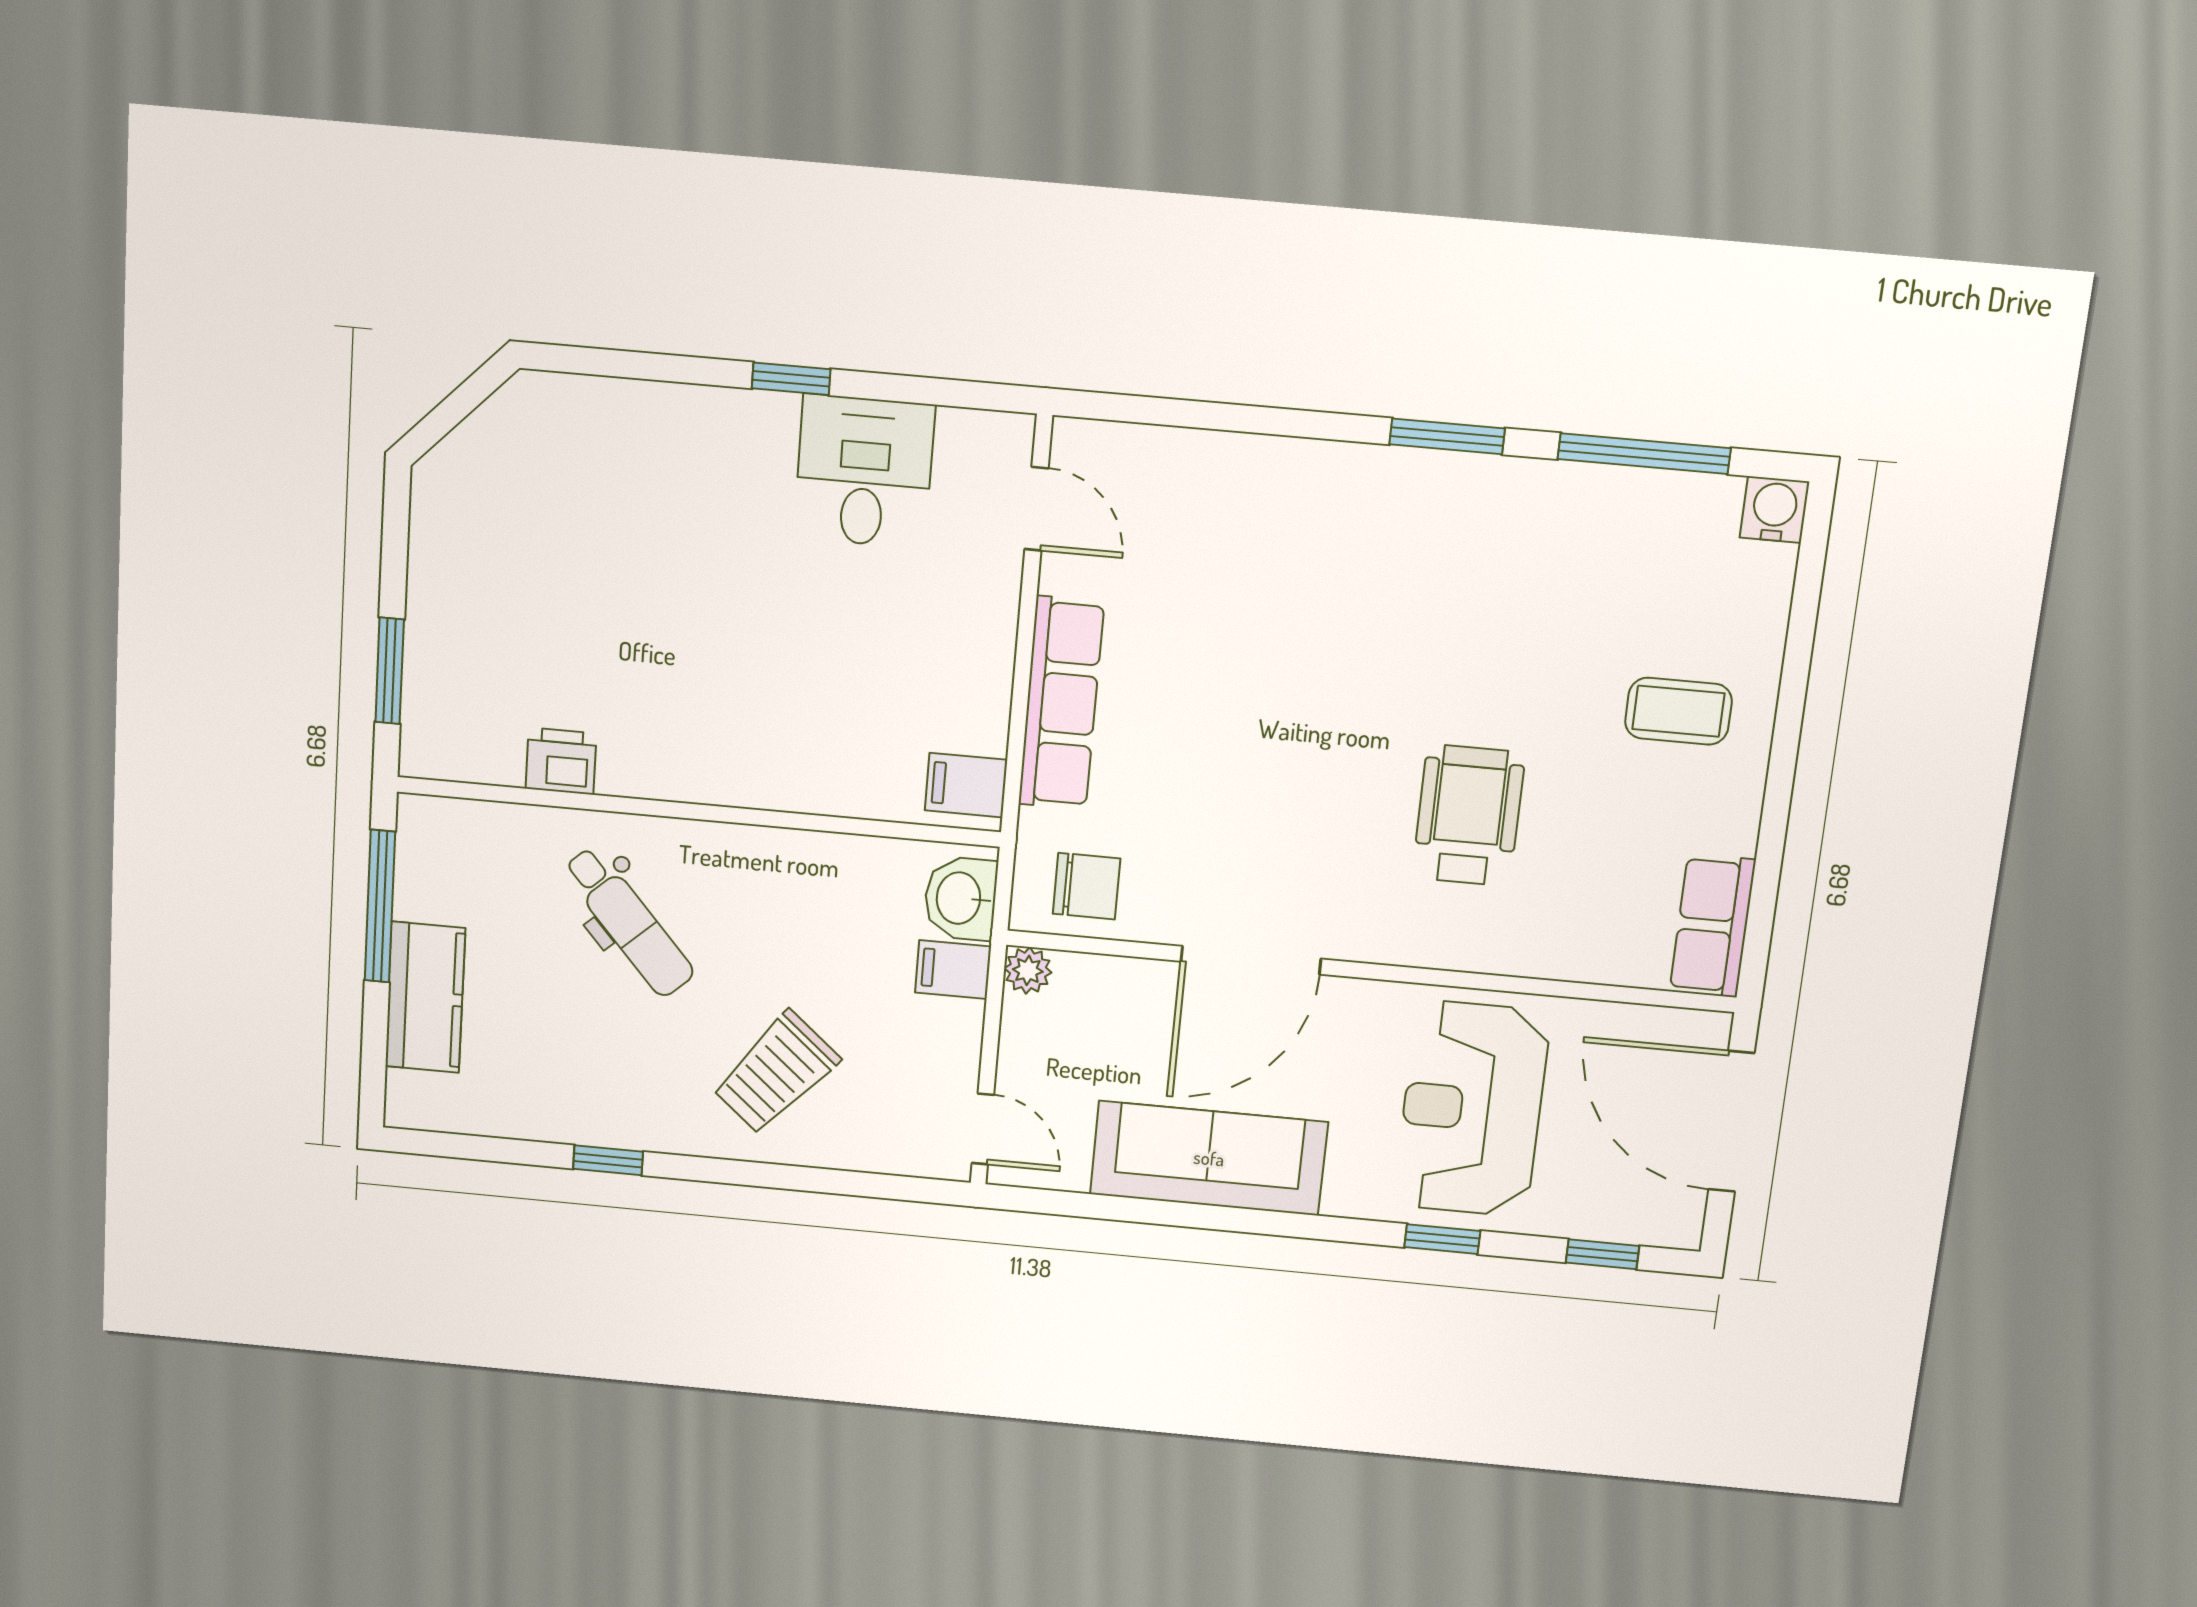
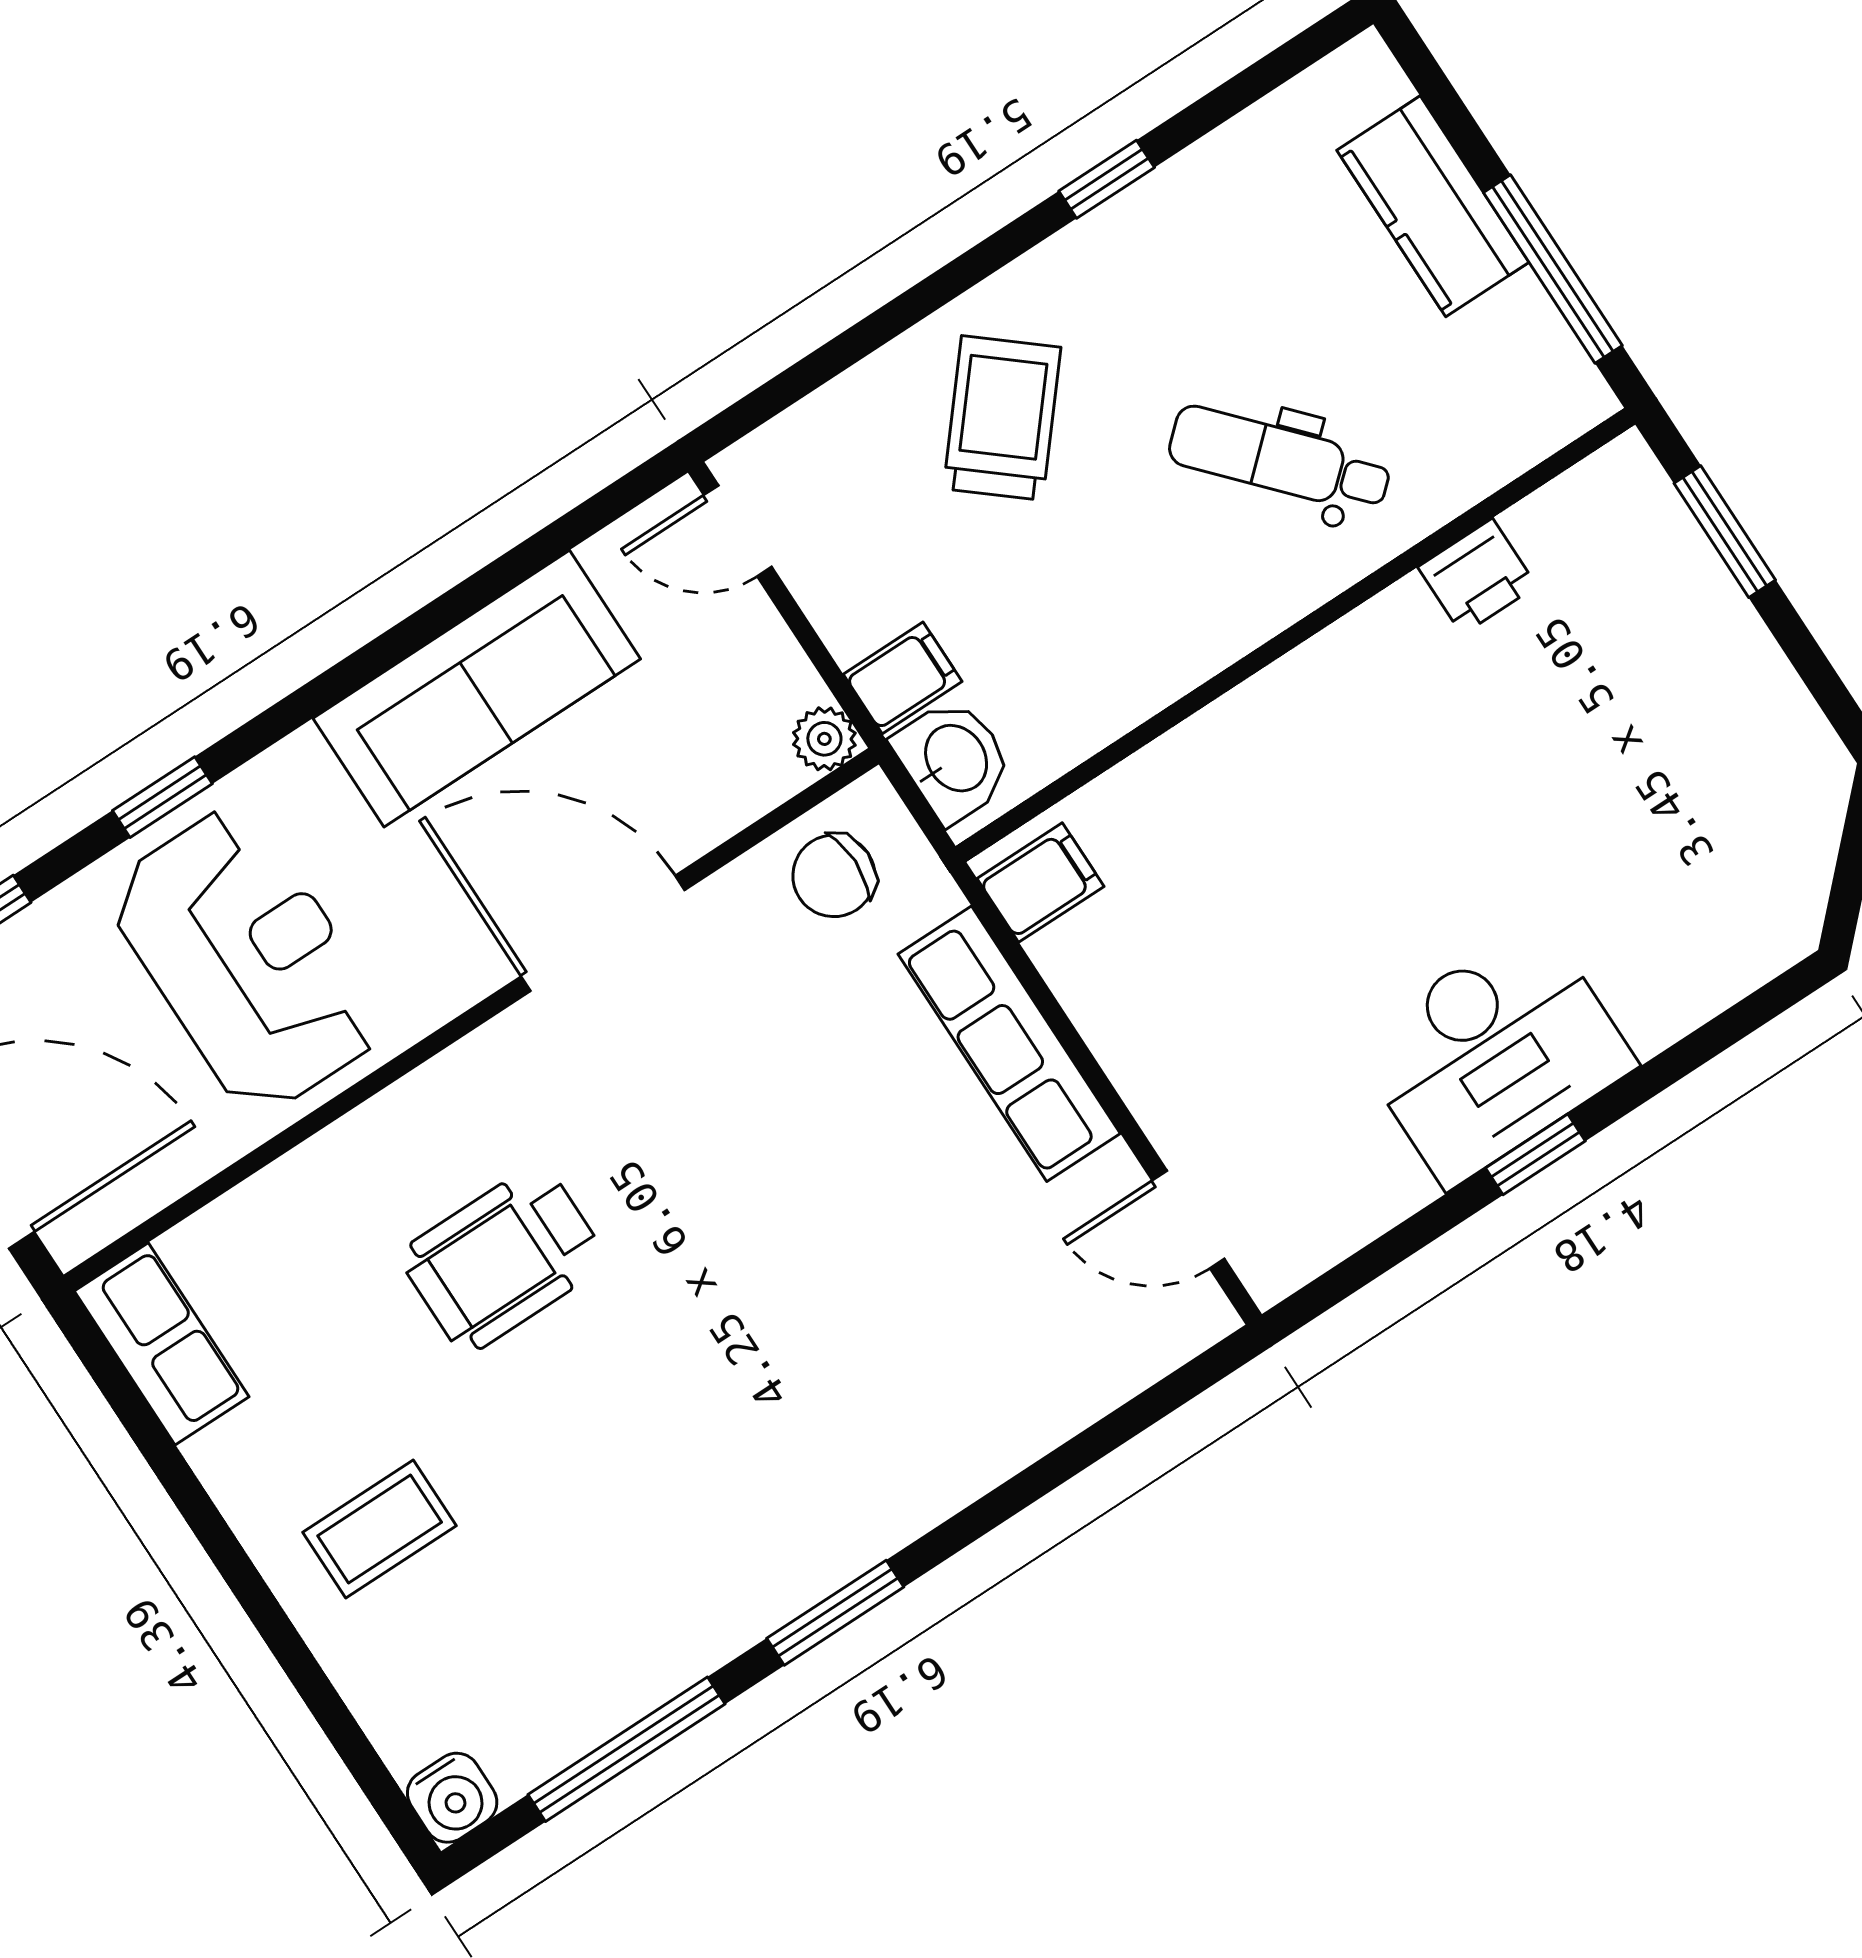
desk: (864, 471) -> (1493, 1053), moved, width x1.37
wheelchair: (1469, 815) -> (503, 1258), turned 90
door: (1251, 960) -> (603, 933), hinge flipped

